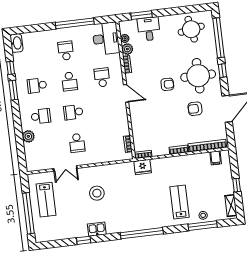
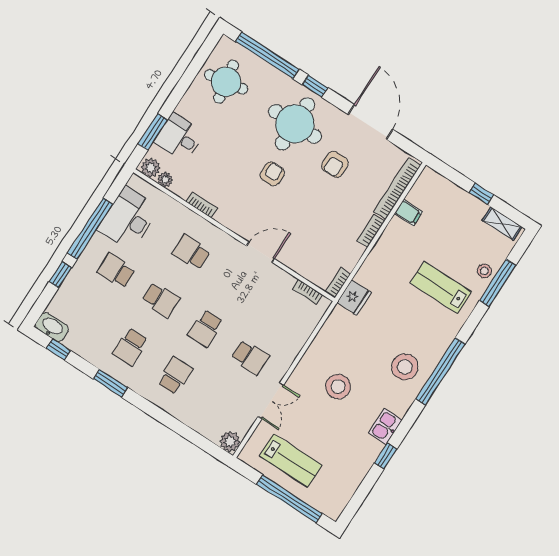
window: (43, 27) -> (60, 275), added
desk: (106, 39) -> (128, 219), moved, turned -90
plant: (127, 49) -> (151, 168), moved
window: (11, 68) -> (58, 349), moved
door: (126, 93) -> (260, 252), moved
plant: (28, 136) -> (230, 442), moved
filing cabinet: (216, 158) -> (408, 213), moved
stool: (131, 216) -> (405, 367), added

